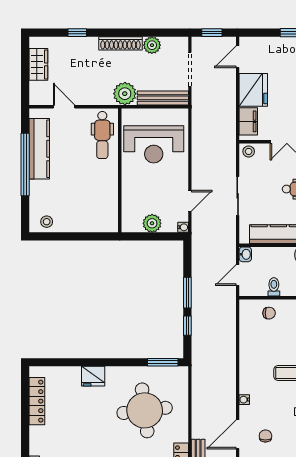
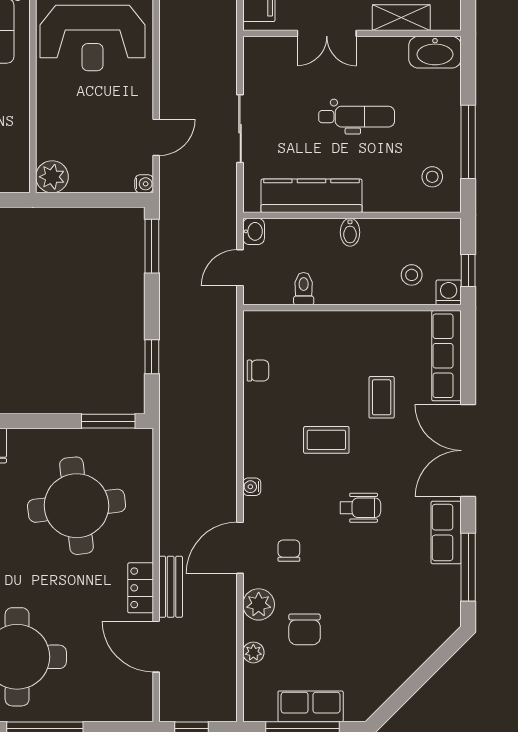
stool: (249, 151) -> (259, 51), removed
plant: (152, 223) -> (52, 177), moved
window: (187, 293) -> (152, 246), moved
chair: (269, 313) -> (258, 371), moved

